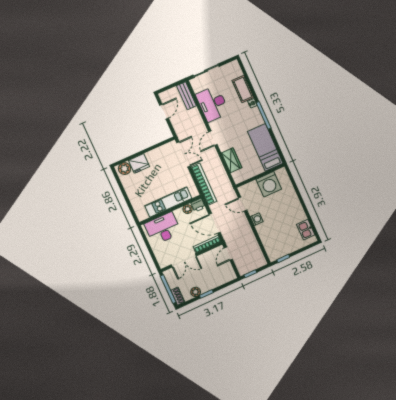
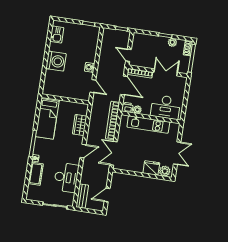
washing machine: (269, 184) -> (56, 61), moved, turned 90
double door: (124, 193) -> (177, 153), added
door: (228, 254) -> (128, 55), swing flipped

